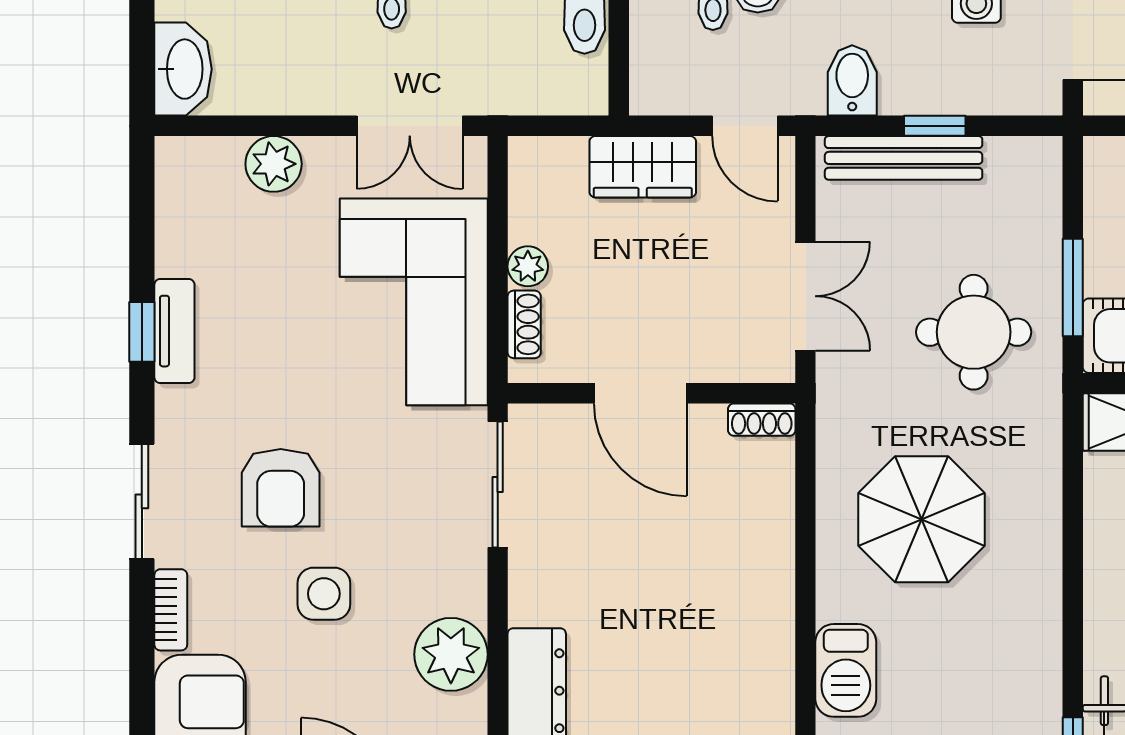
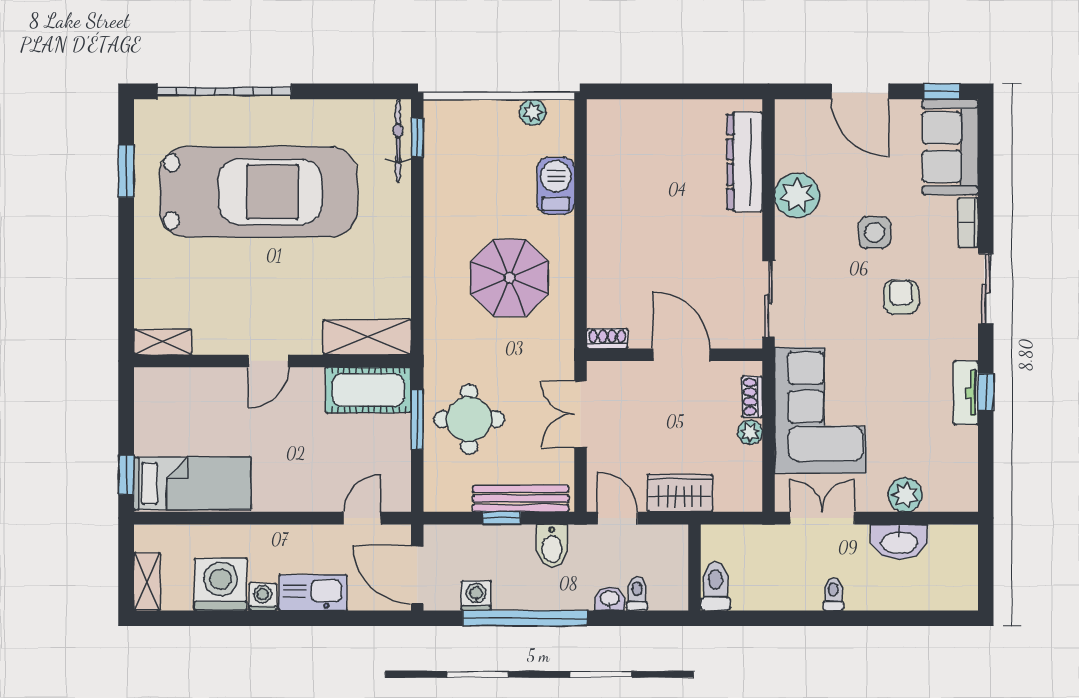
washbasin: (183, 69) -> (899, 542), moved, turned -90
round table: (974, 332) -> (469, 419), moved
armchair: (281, 488) -> (901, 297), width x0.72, depth x0.72

